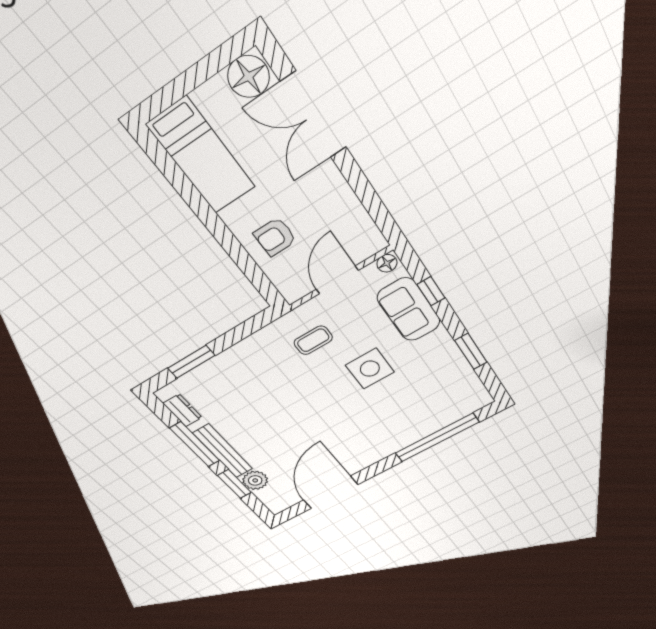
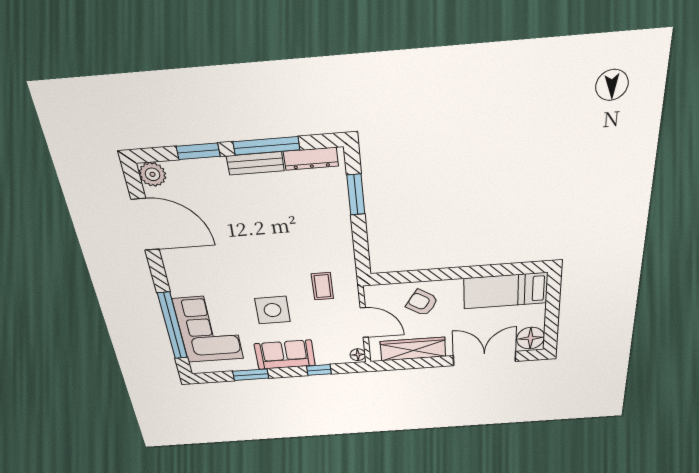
wardrobe: (346, 209) -> (413, 349), added
armchair: (275, 237) -> (422, 303), turned -57
sofa: (409, 310) -> (285, 355), moved
dresser: (183, 410) -> (311, 159), width x1.44
corner sofa: (425, 410) -> (208, 329), added
bench: (223, 451) -> (255, 163), width x0.73
plant: (255, 480) -> (153, 174), moved

